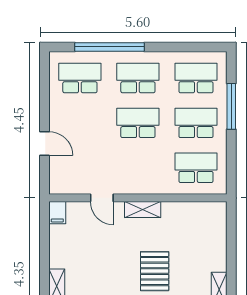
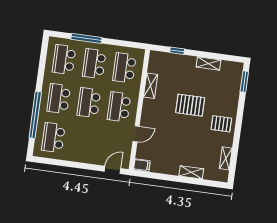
door: (45, 144) -> (112, 170), moved
school desk: (138, 168) -> (119, 107), added
shelving: (143, 210) -> (151, 86), moved
window: (231, 241) -> (177, 51), added

